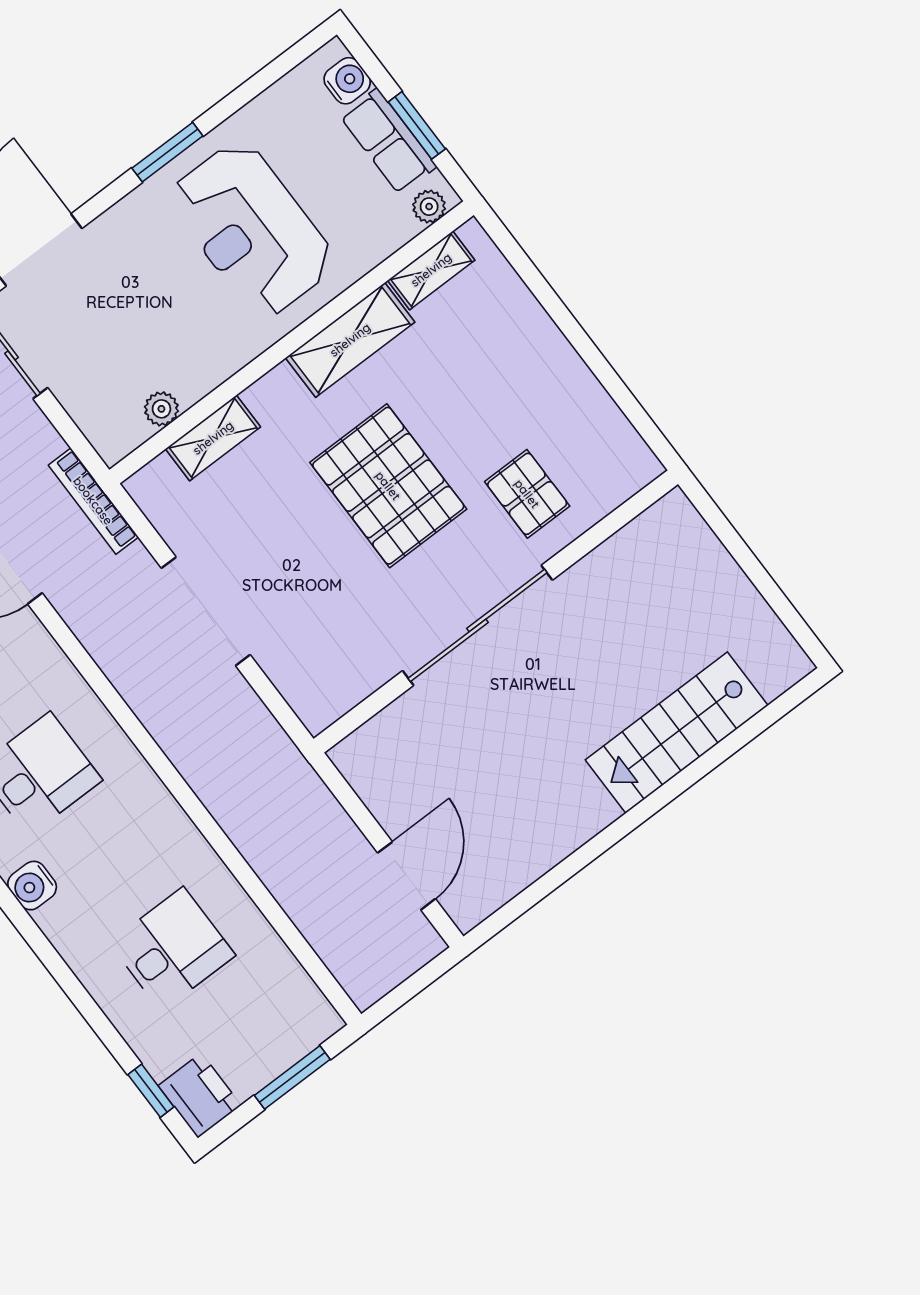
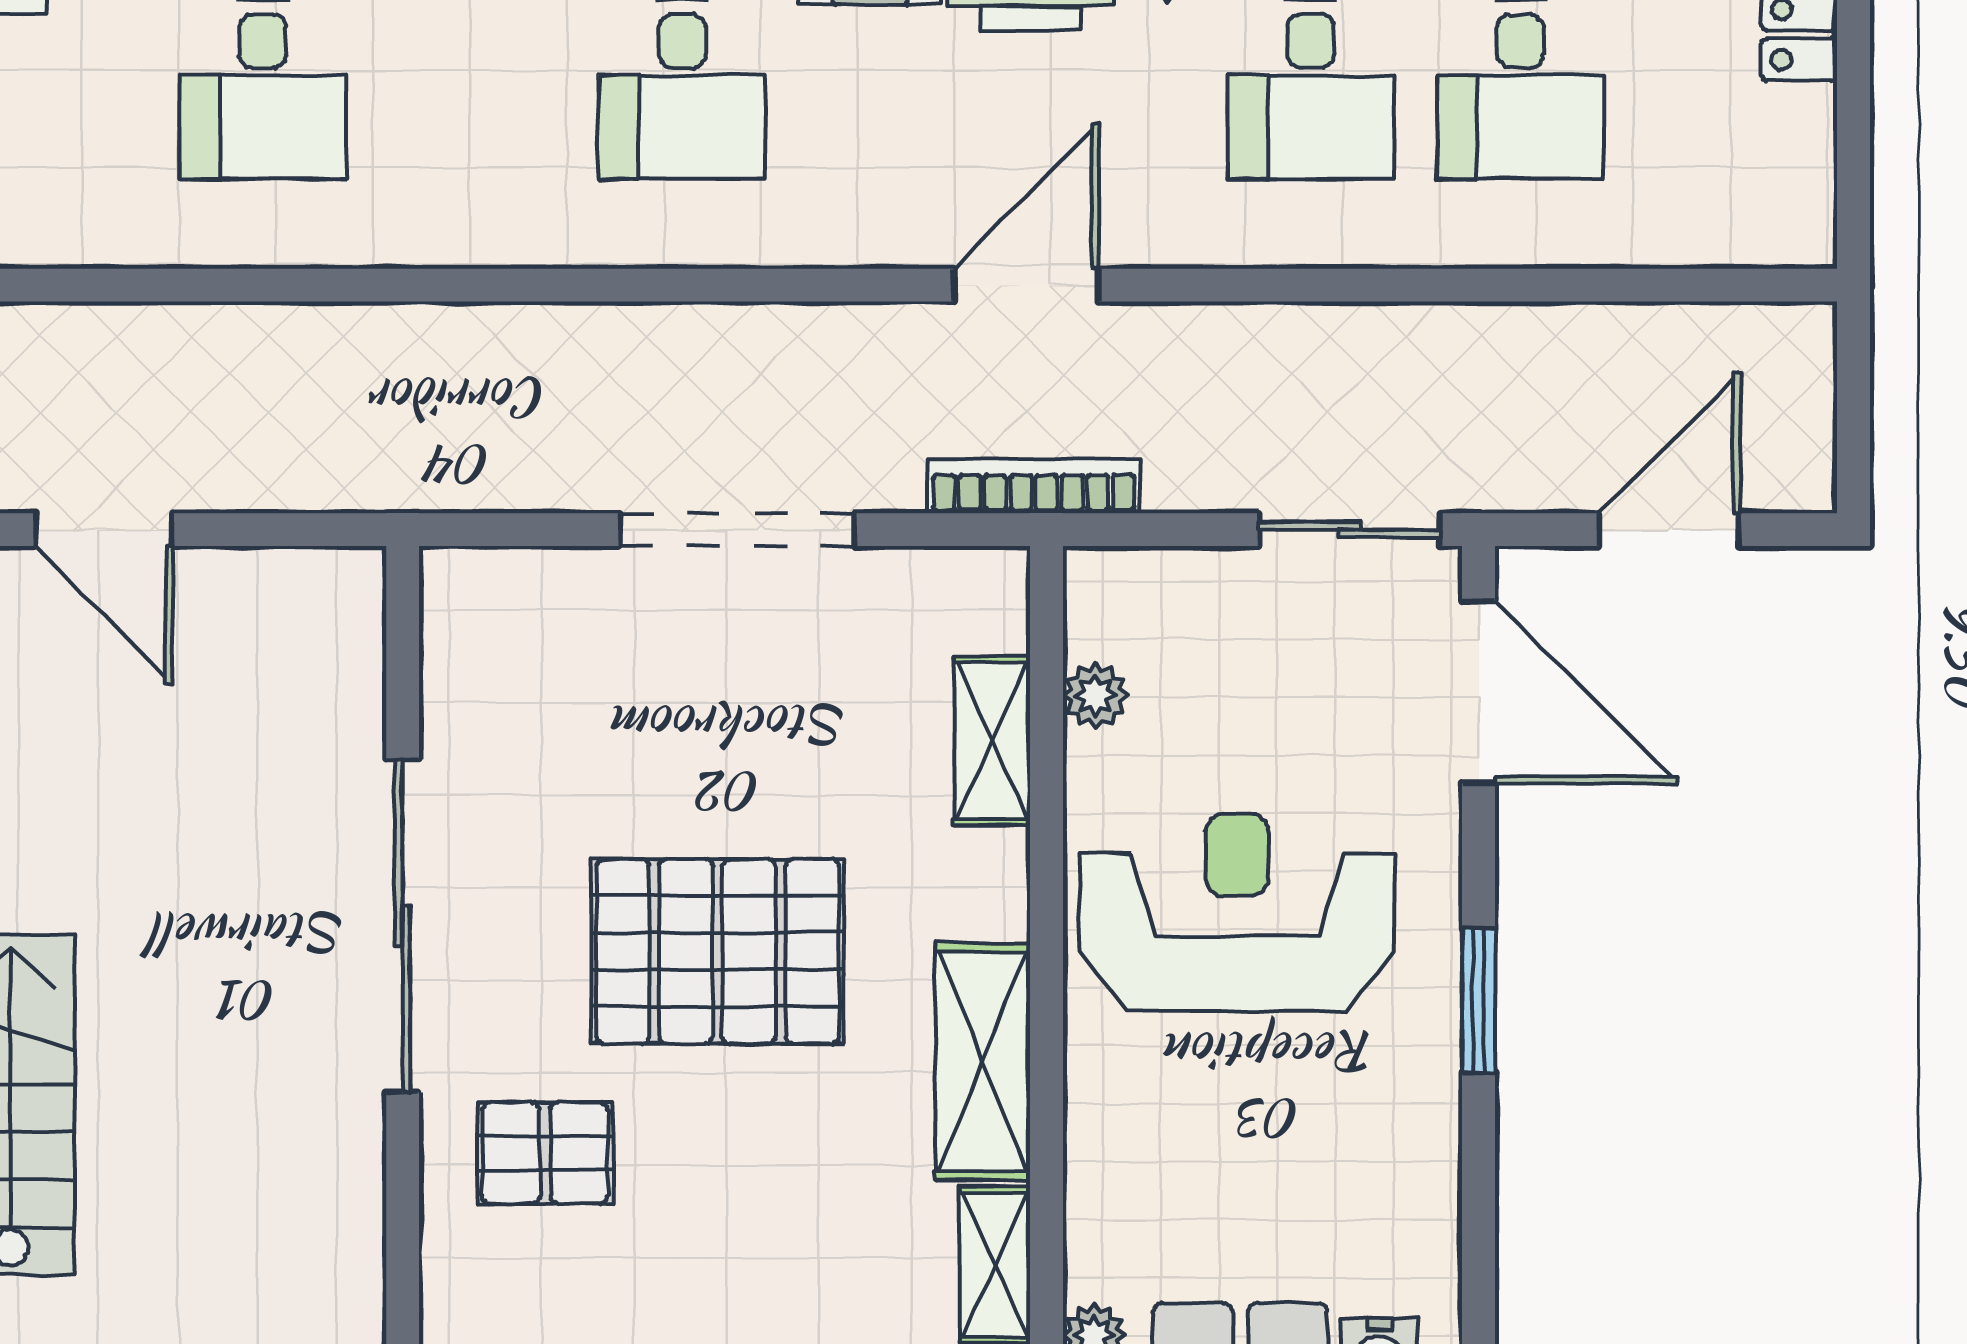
reception desk: (252, 229) -> (1237, 912), moved

